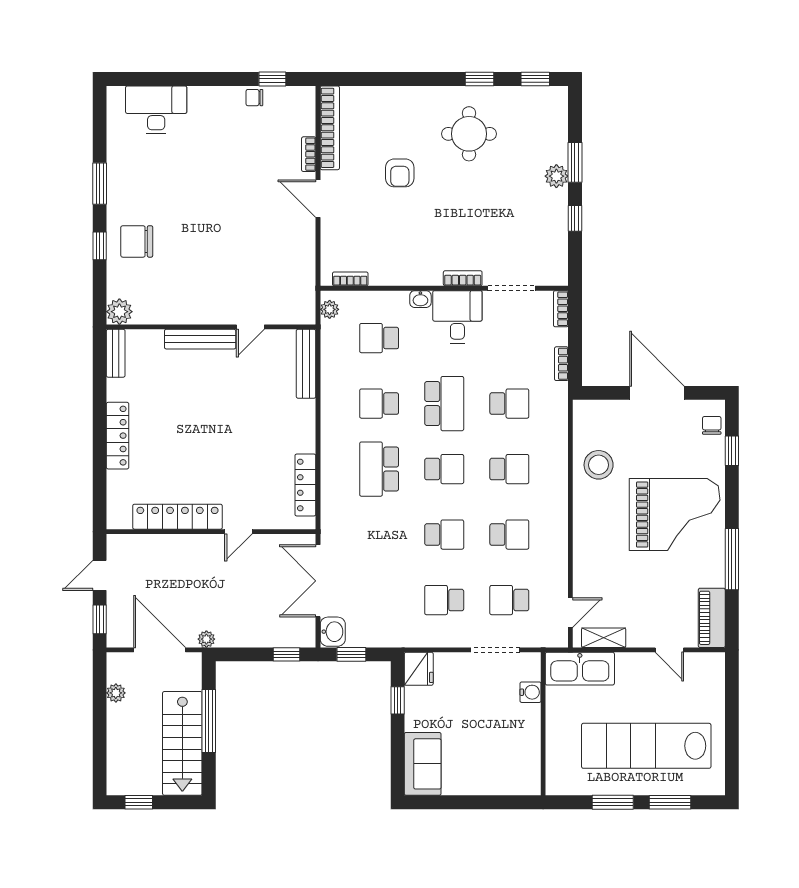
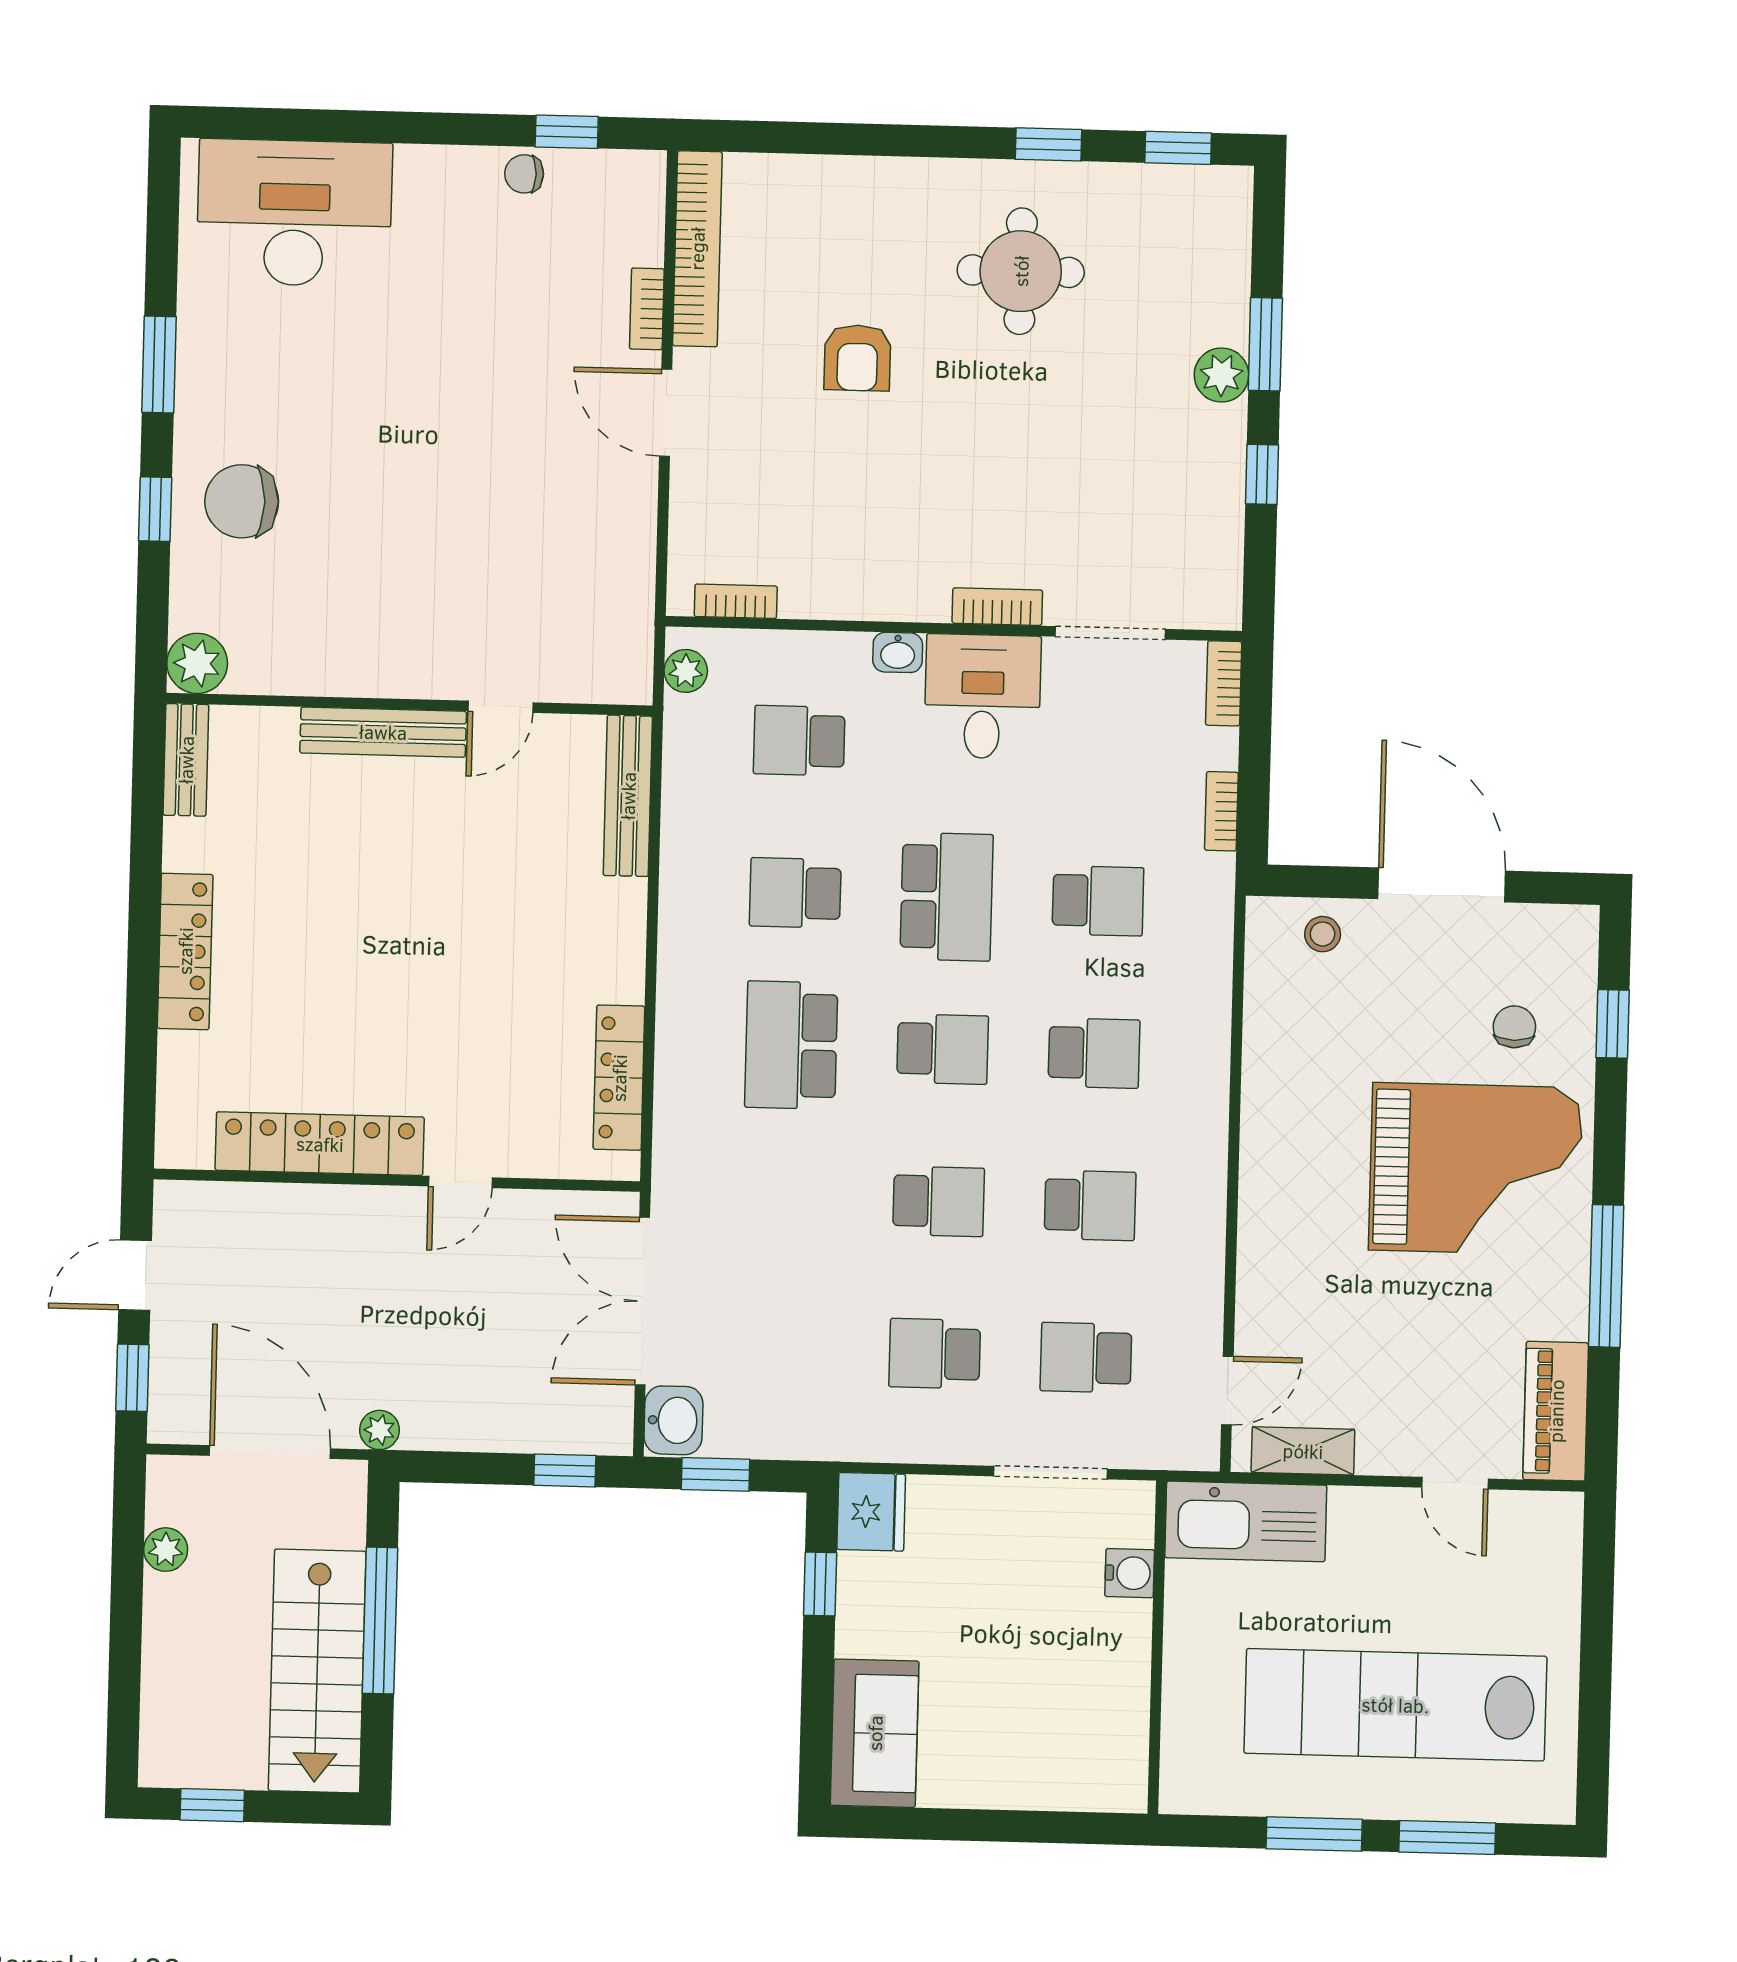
desk: (156, 110) -> (294, 213), width x1.36, depth x1.30
chair: (712, 425) -> (1514, 1027), moved
stool: (599, 465) -> (1323, 934), moved, width x0.53, depth x0.53

